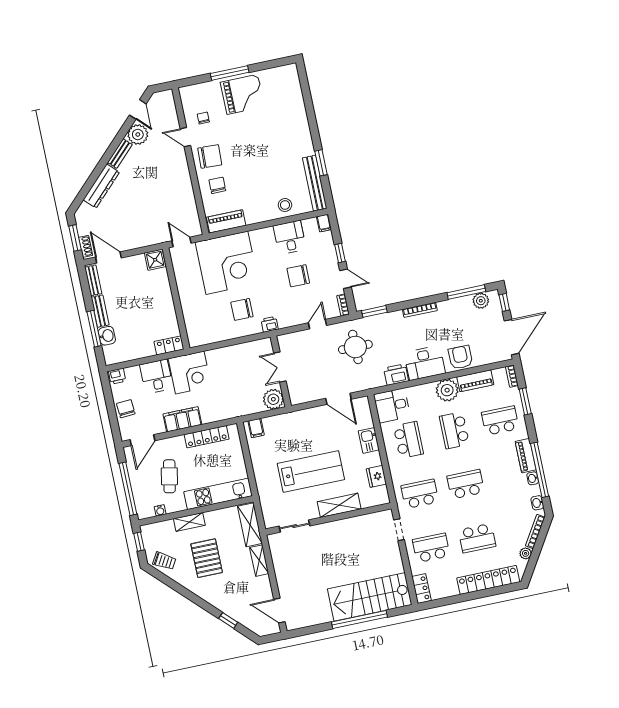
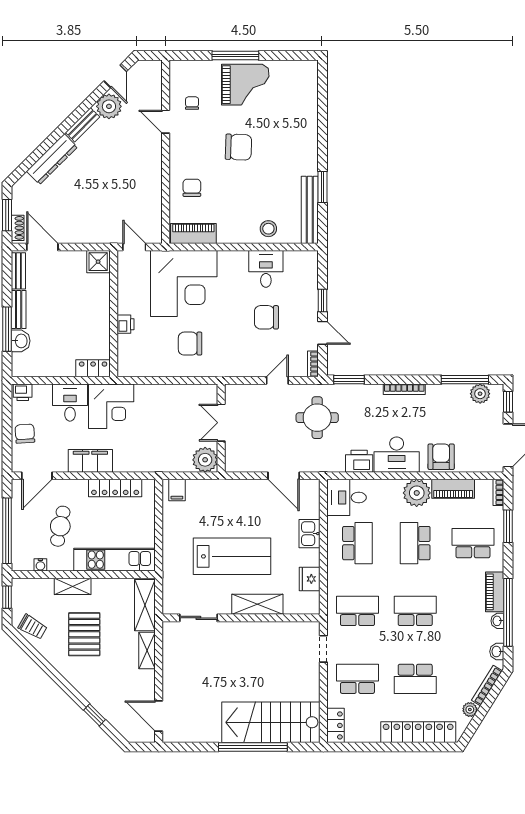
chair: (210, 156) -> (238, 147), moved
filing cabinet: (324, 223) -> (311, 260), removed
printer: (270, 324) -> (126, 324), moved, turned 90

